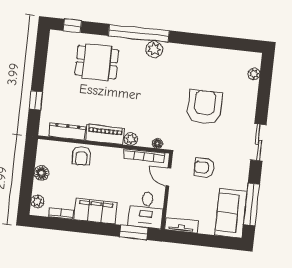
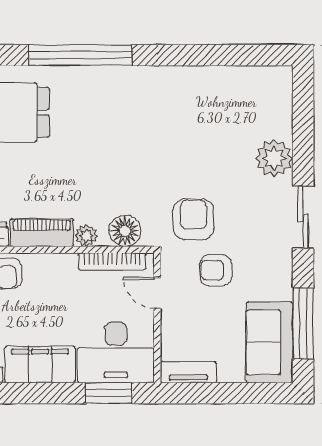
plant: (154, 49) -> (109, 79), removed
plant: (254, 74) -> (274, 158), moved, width x1.88, depth x1.88
armchair: (205, 107) -> (193, 219), moved, width x0.73, depth x0.73
floor lamp: (157, 144) -> (125, 231), width x1.89, depth x1.89
desk: (146, 210) -> (116, 353), width x1.37

